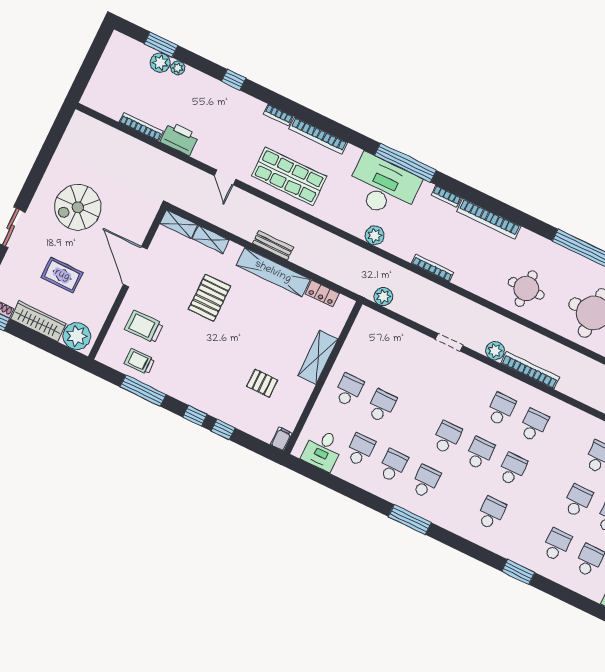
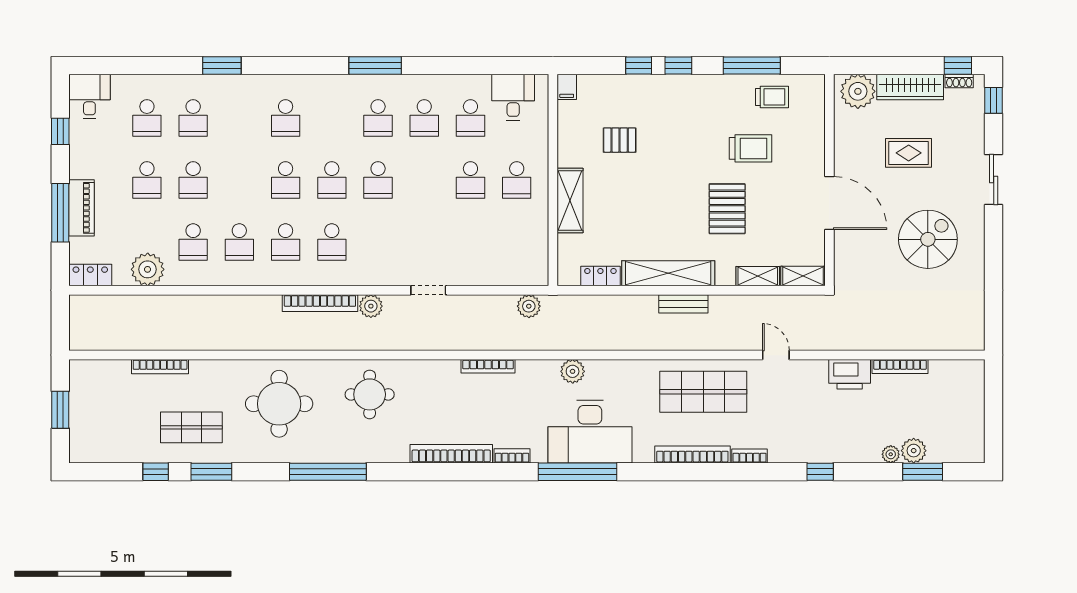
trolley: (144, 327) -> (750, 148), moved
school desk: (566, 441) -> (239, 242), added

